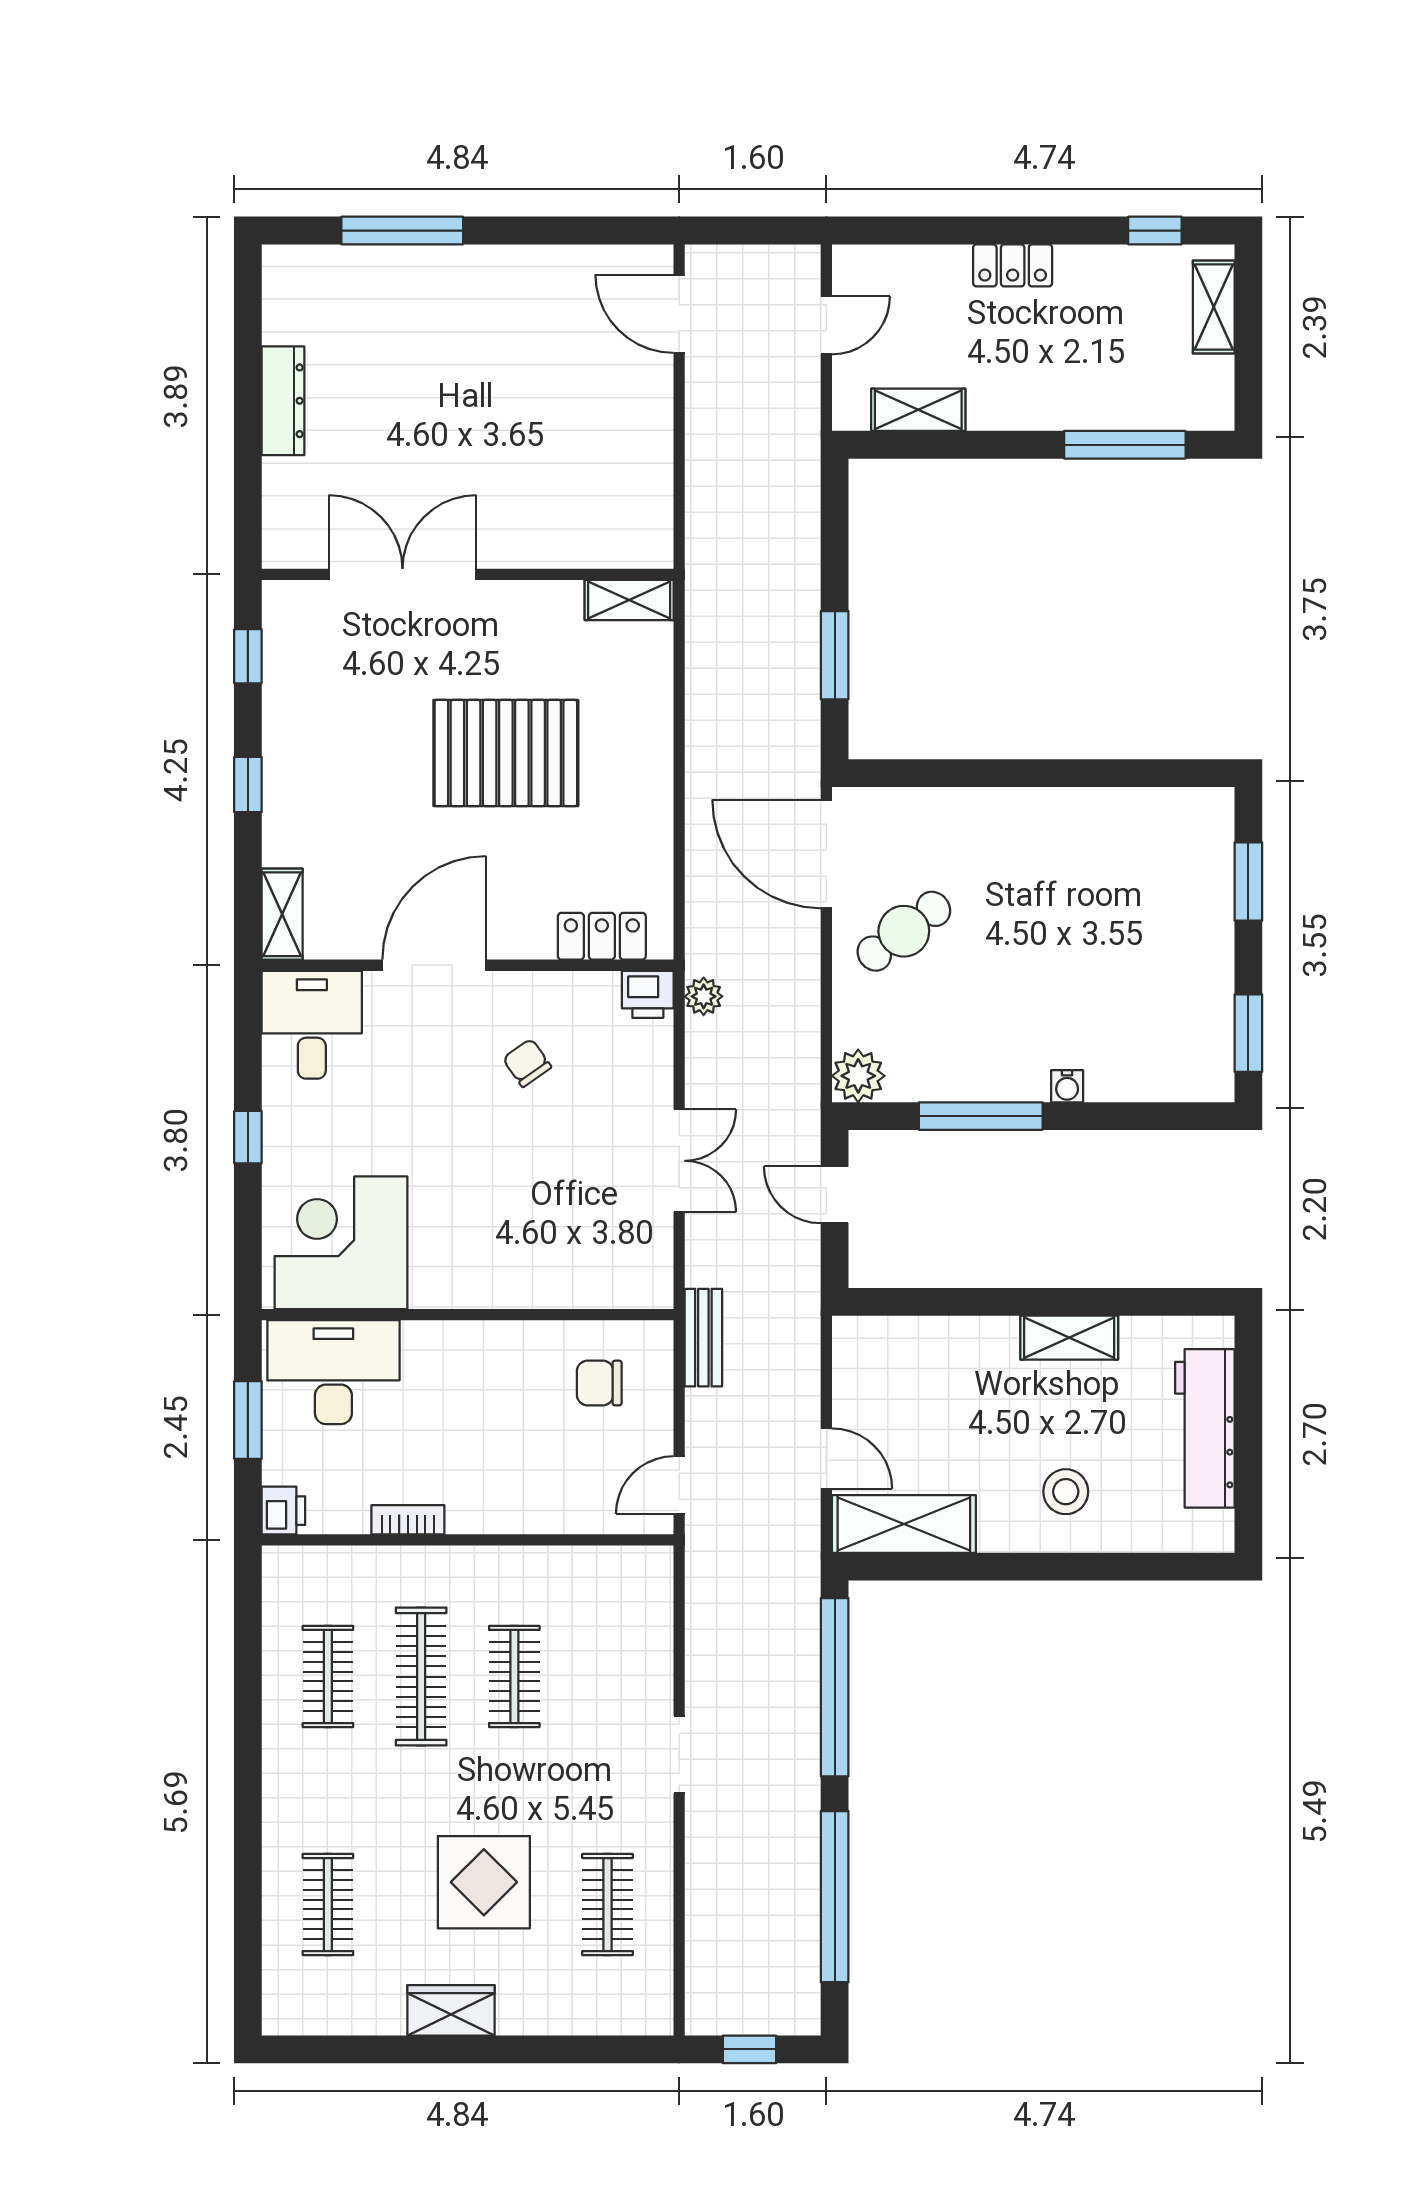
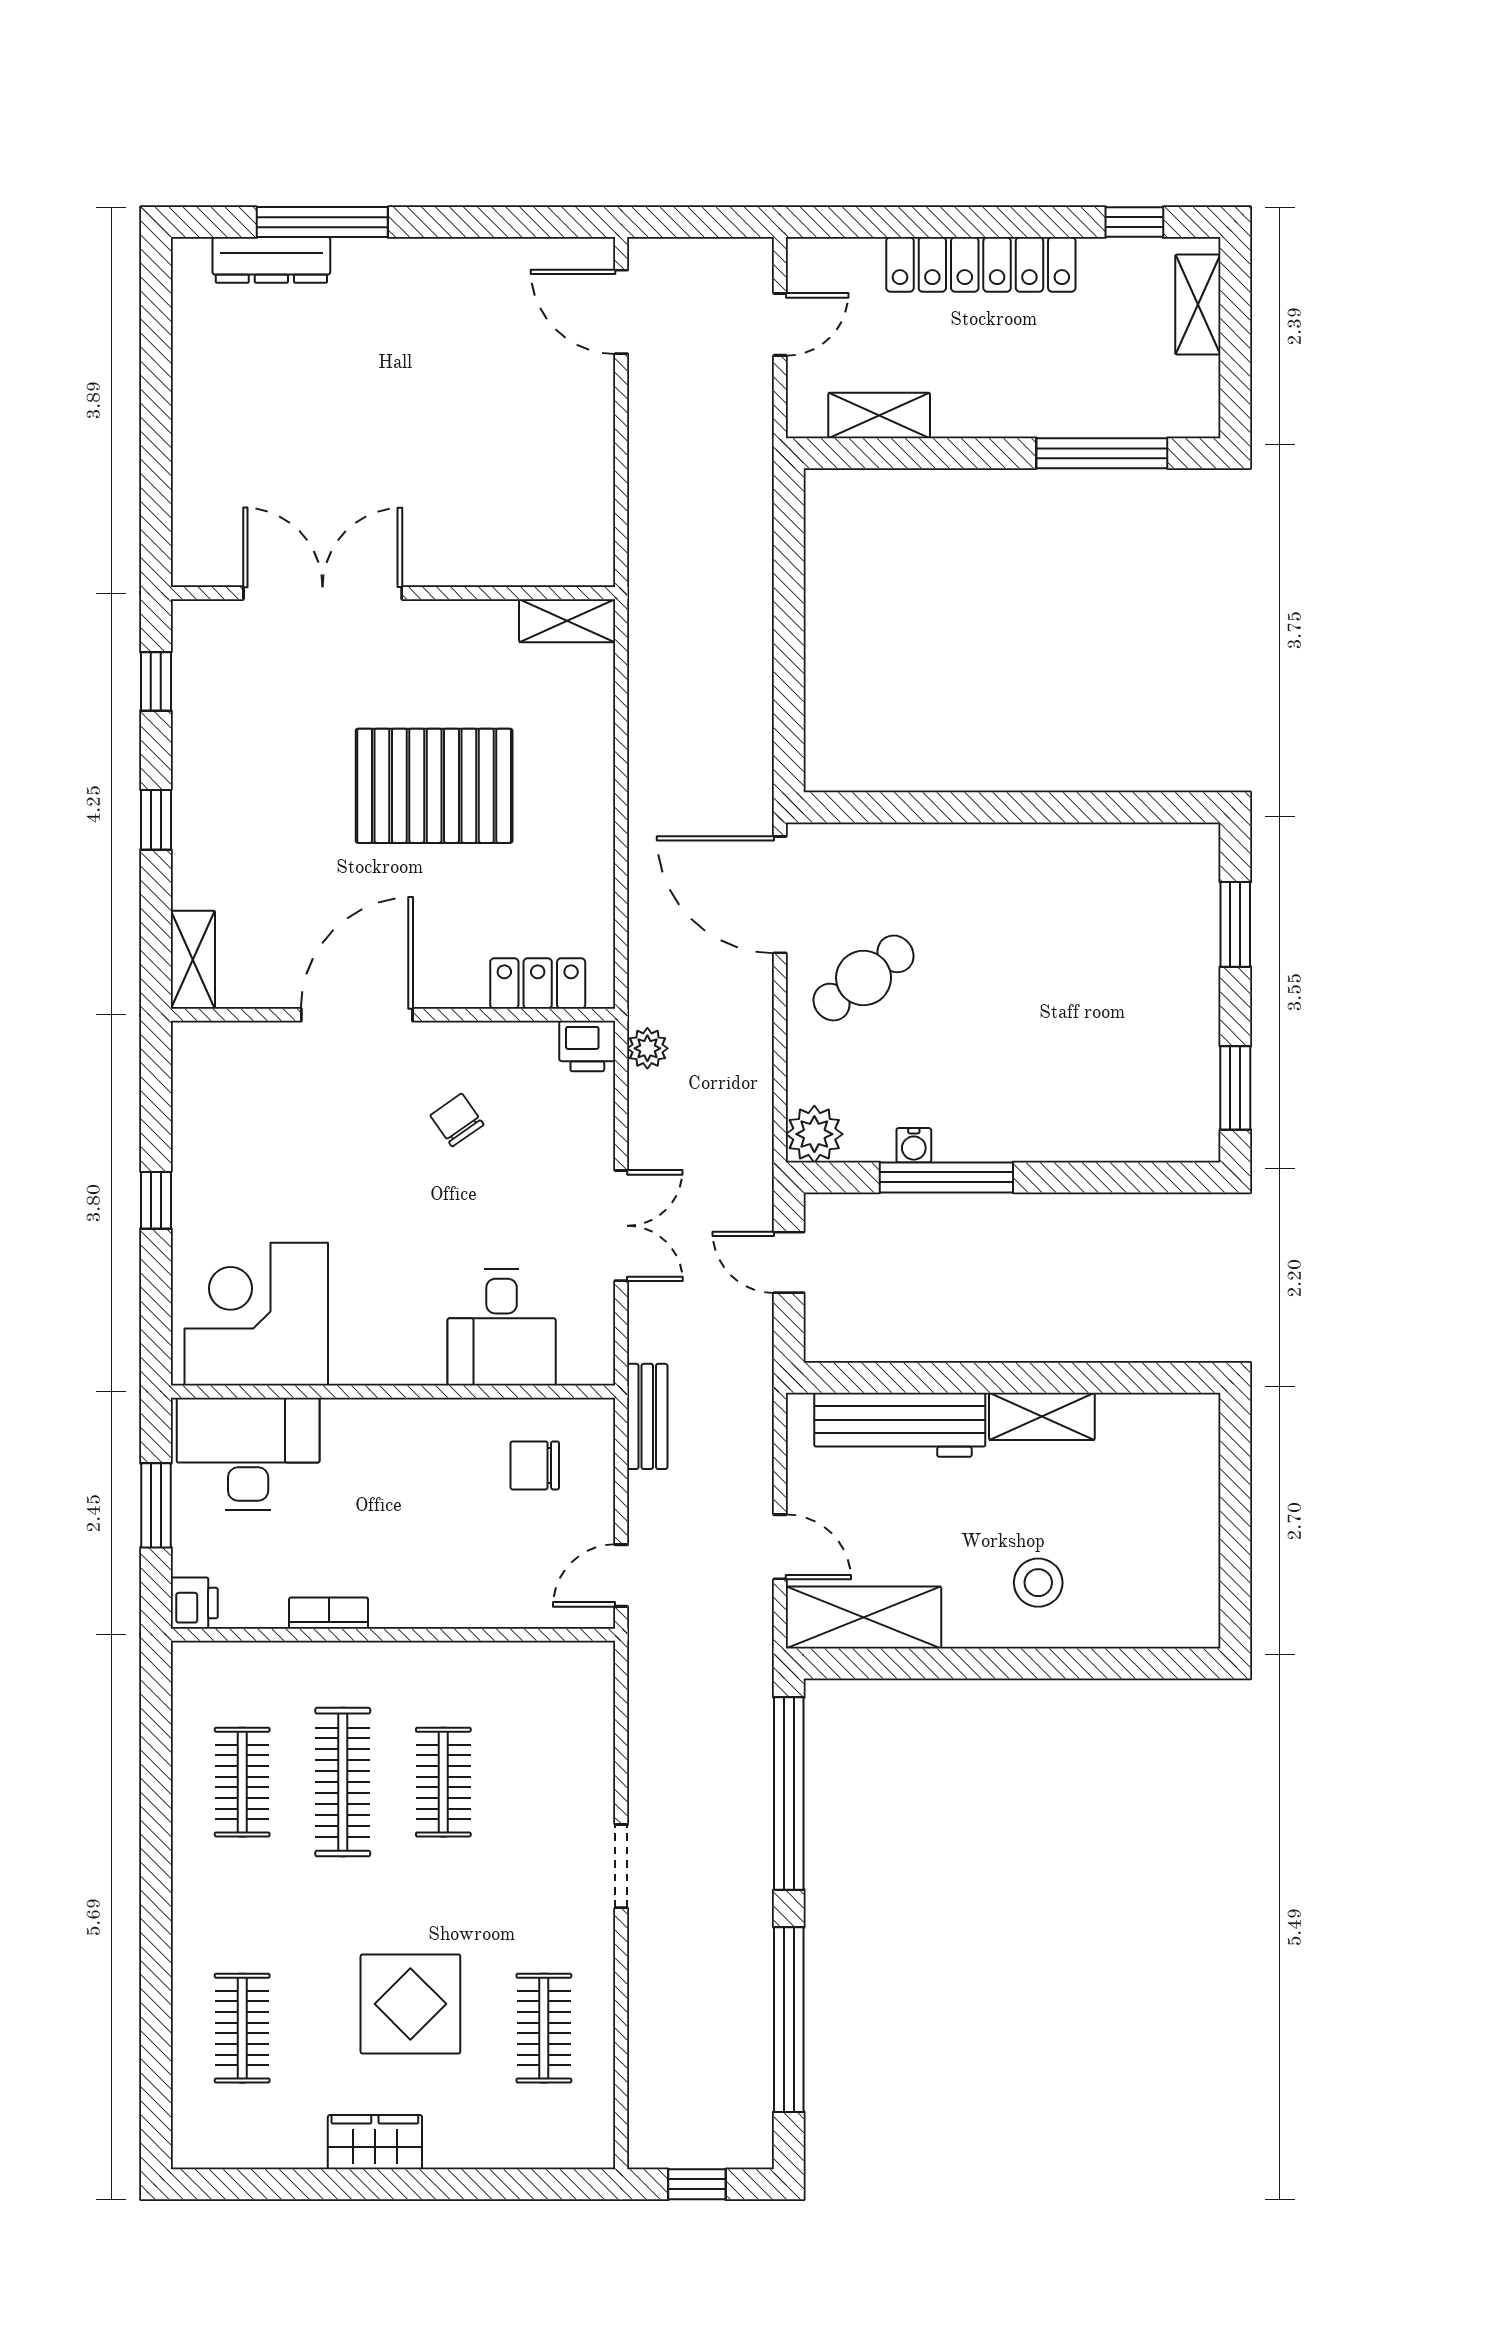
locker: (1013, 265) -> (981, 264), width x2.16, depth x1.21
dresser: (283, 401) -> (271, 260), moved, turned 90
window: (835, 655) -> (789, 680), removed
desk: (312, 1025) -> (502, 1328), moved, turned 180
water cooler: (1067, 1086) -> (914, 1145), moved
workbench: (1205, 1428) -> (900, 1425), moved, turned -90

